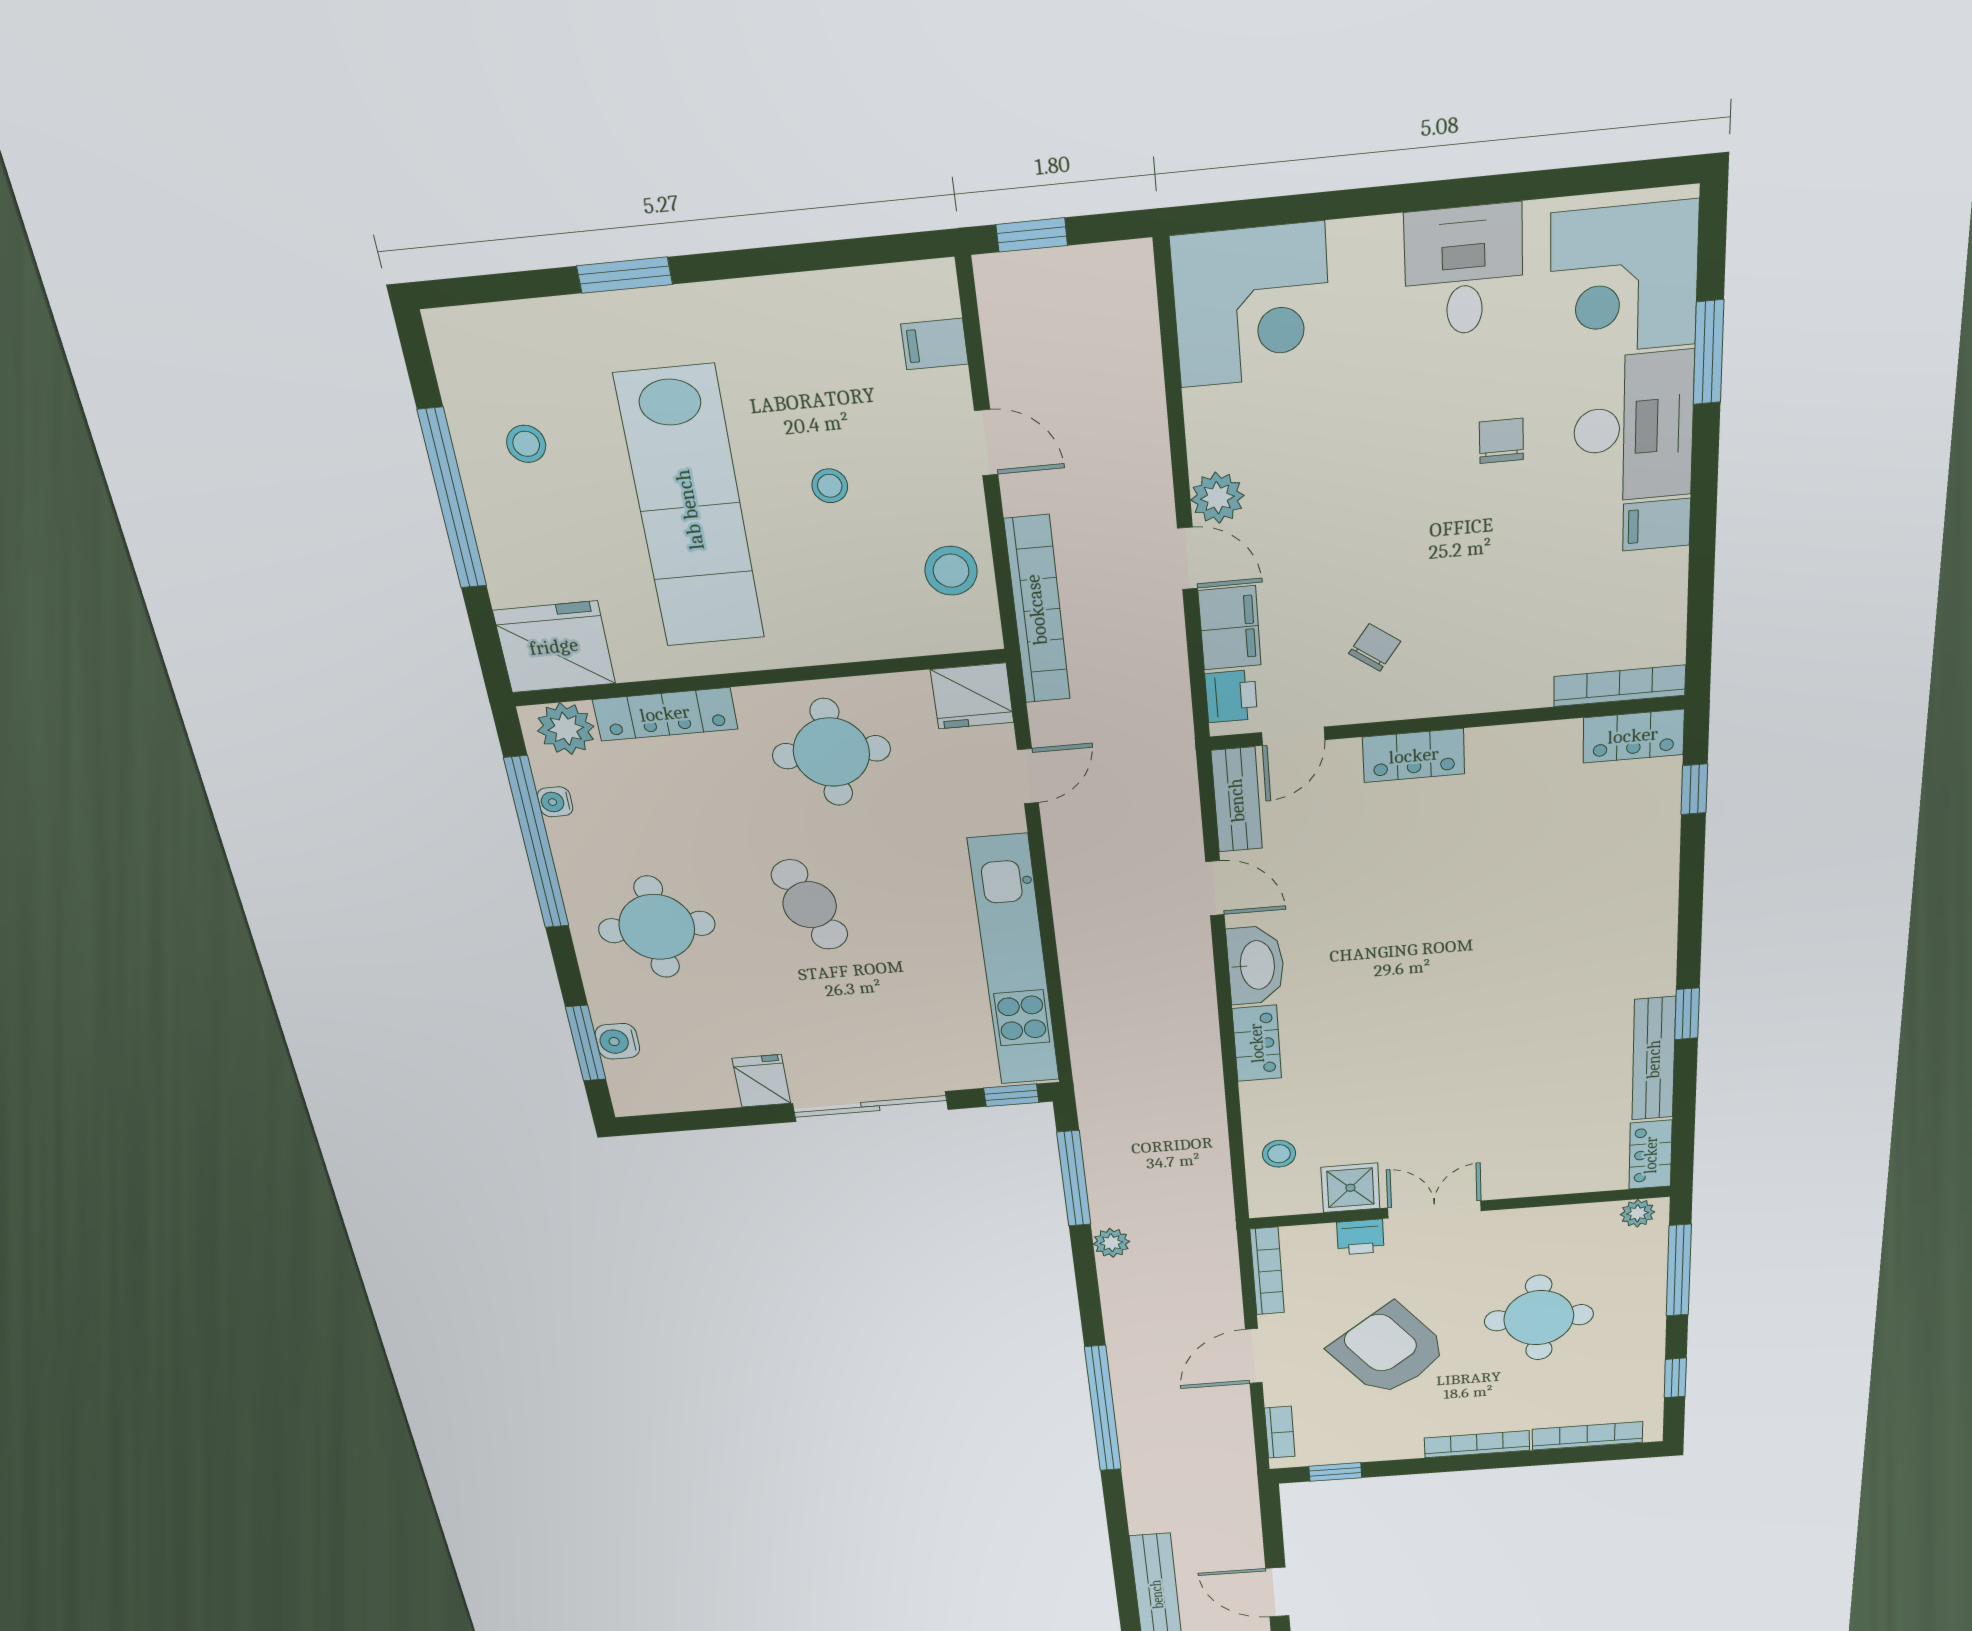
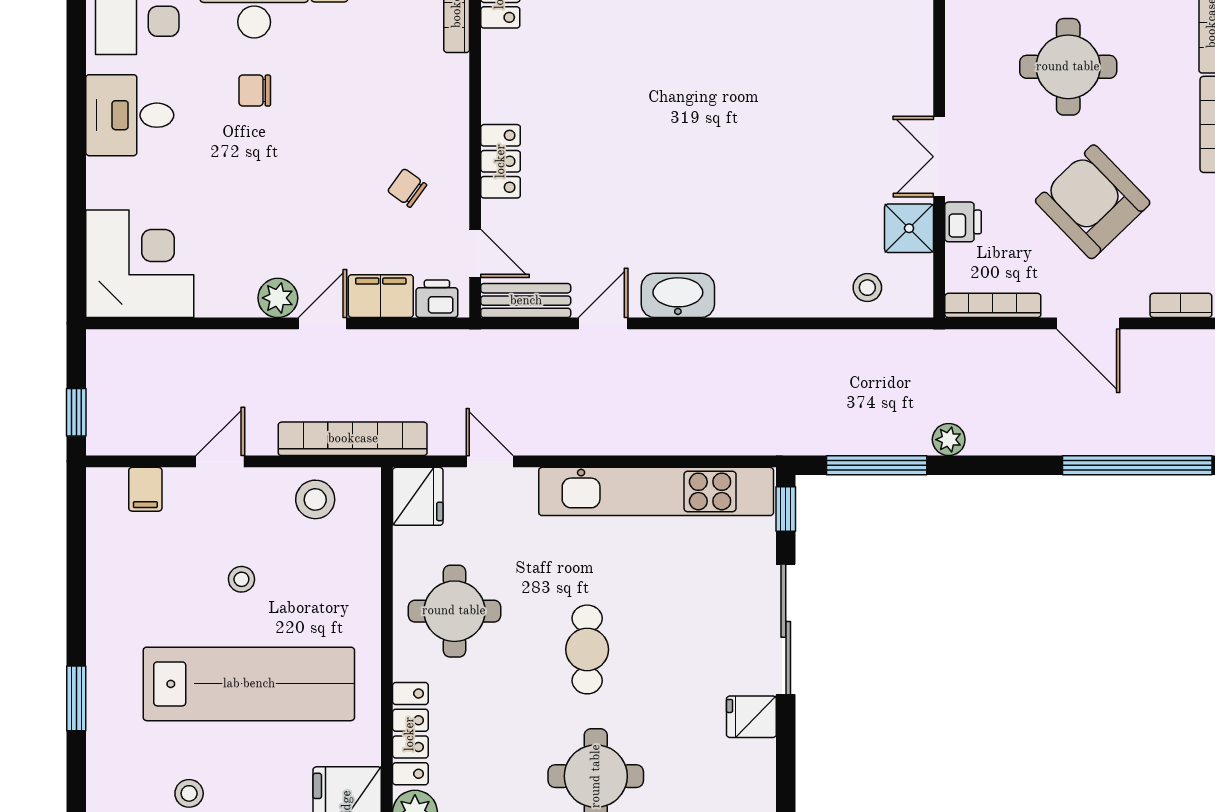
cafe table: (810, 905) -> (587, 649), turned -68
locker: (1257, 1043) -> (754, 299), removed
armchair: (1389, 1350) -> (1093, 202), turned 84

